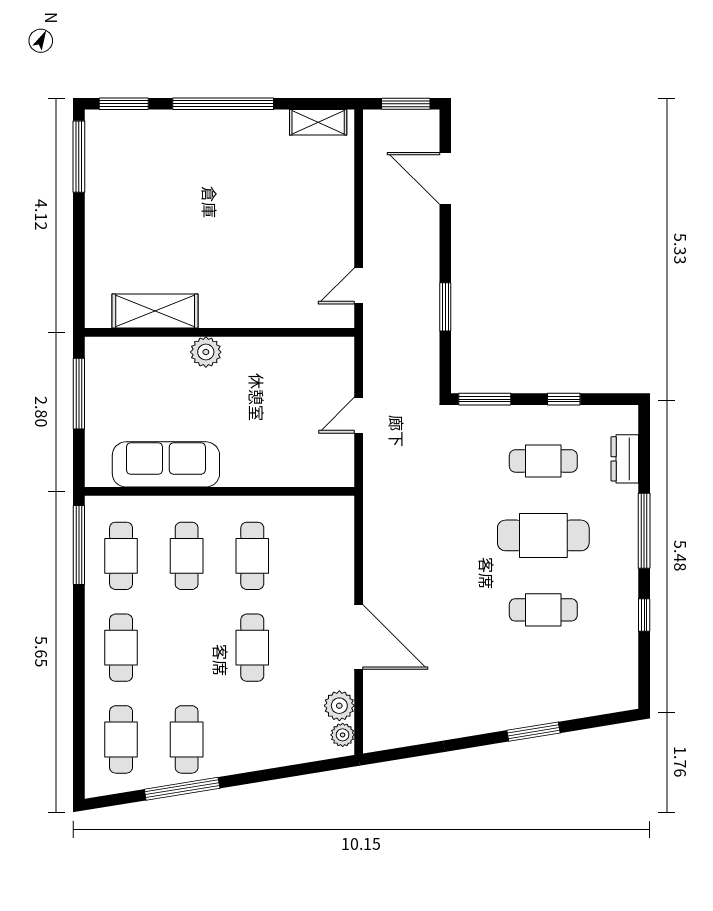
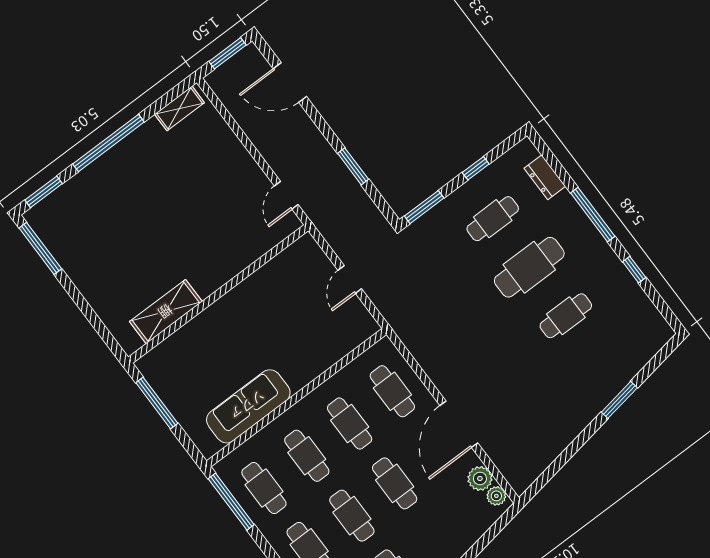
plant: (206, 352) -> (219, 313), removed
cafe table: (318, 556) -> (392, 391), added
door: (359, 637) -> (459, 424), swing flipped
cafe table: (187, 648) -> (352, 516), added

